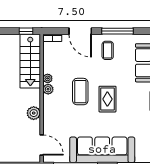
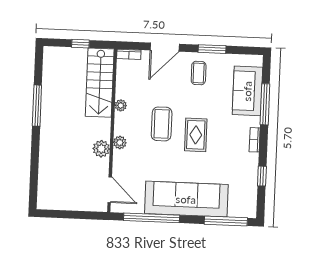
window: (26, 31) -> (80, 44), moved
door: (80, 31) -> (165, 47), hinge flipped
window: (117, 31) -> (212, 49), width x0.69
plant: (48, 89) -> (120, 142), moved

